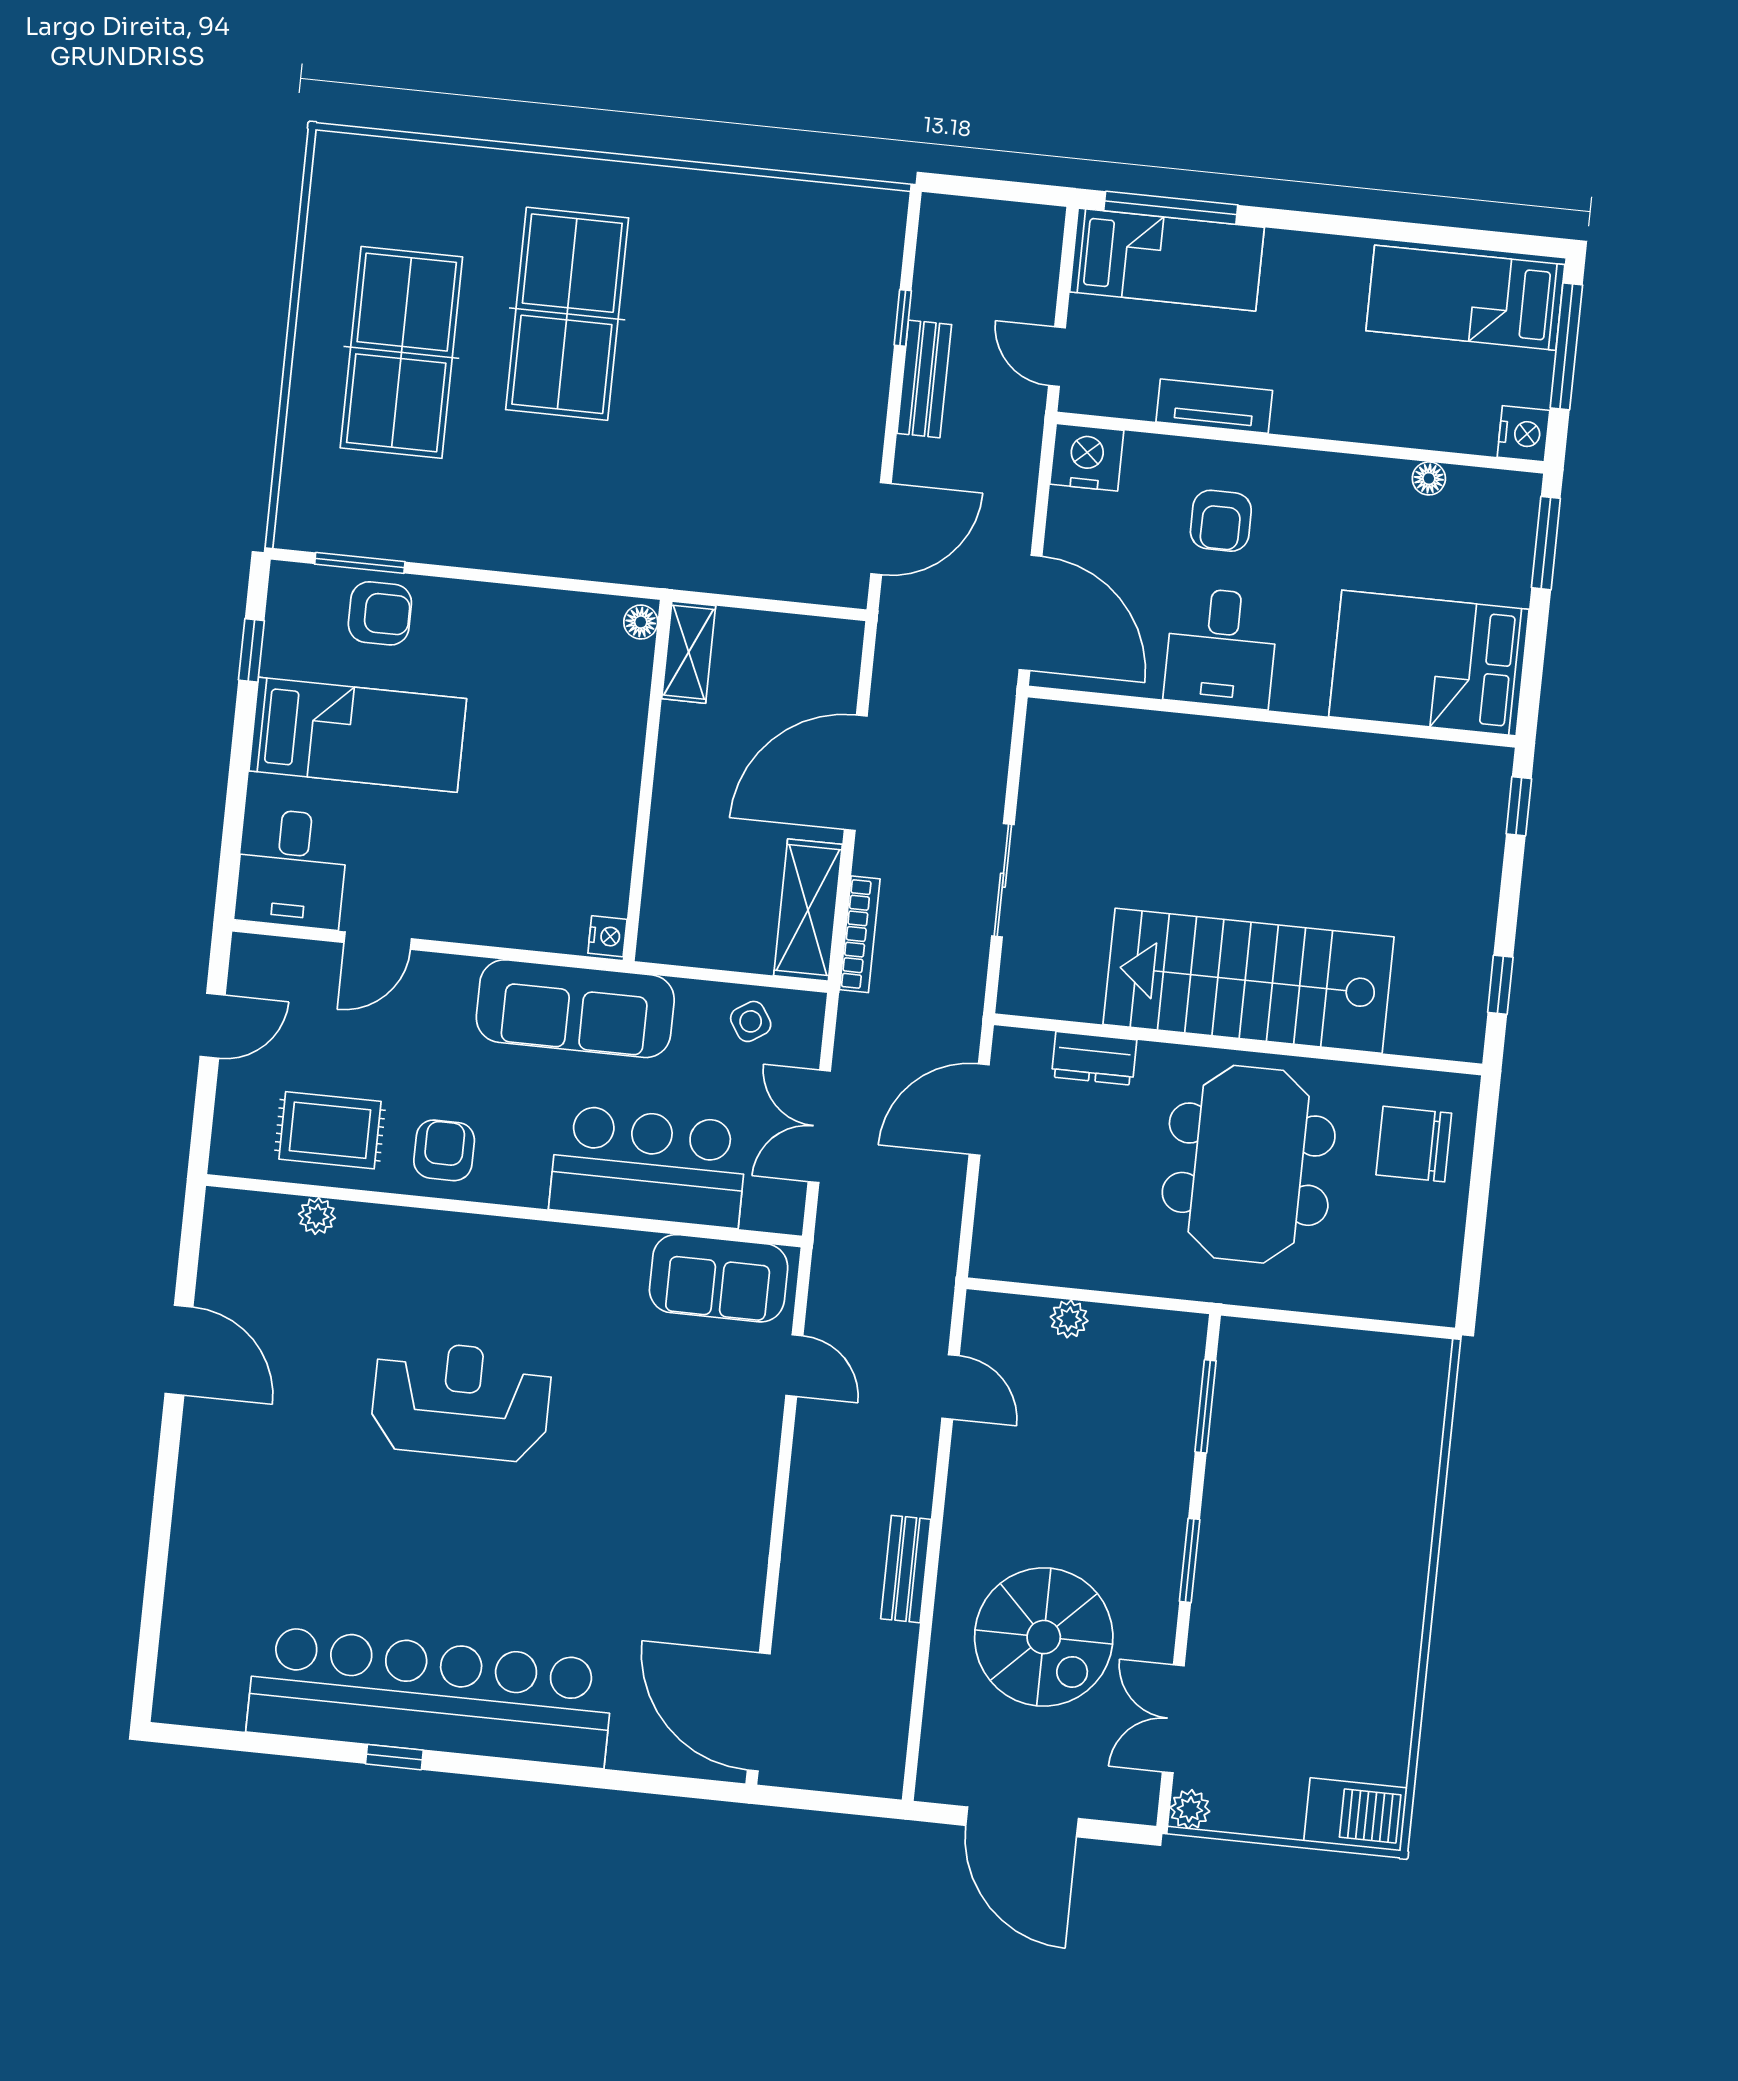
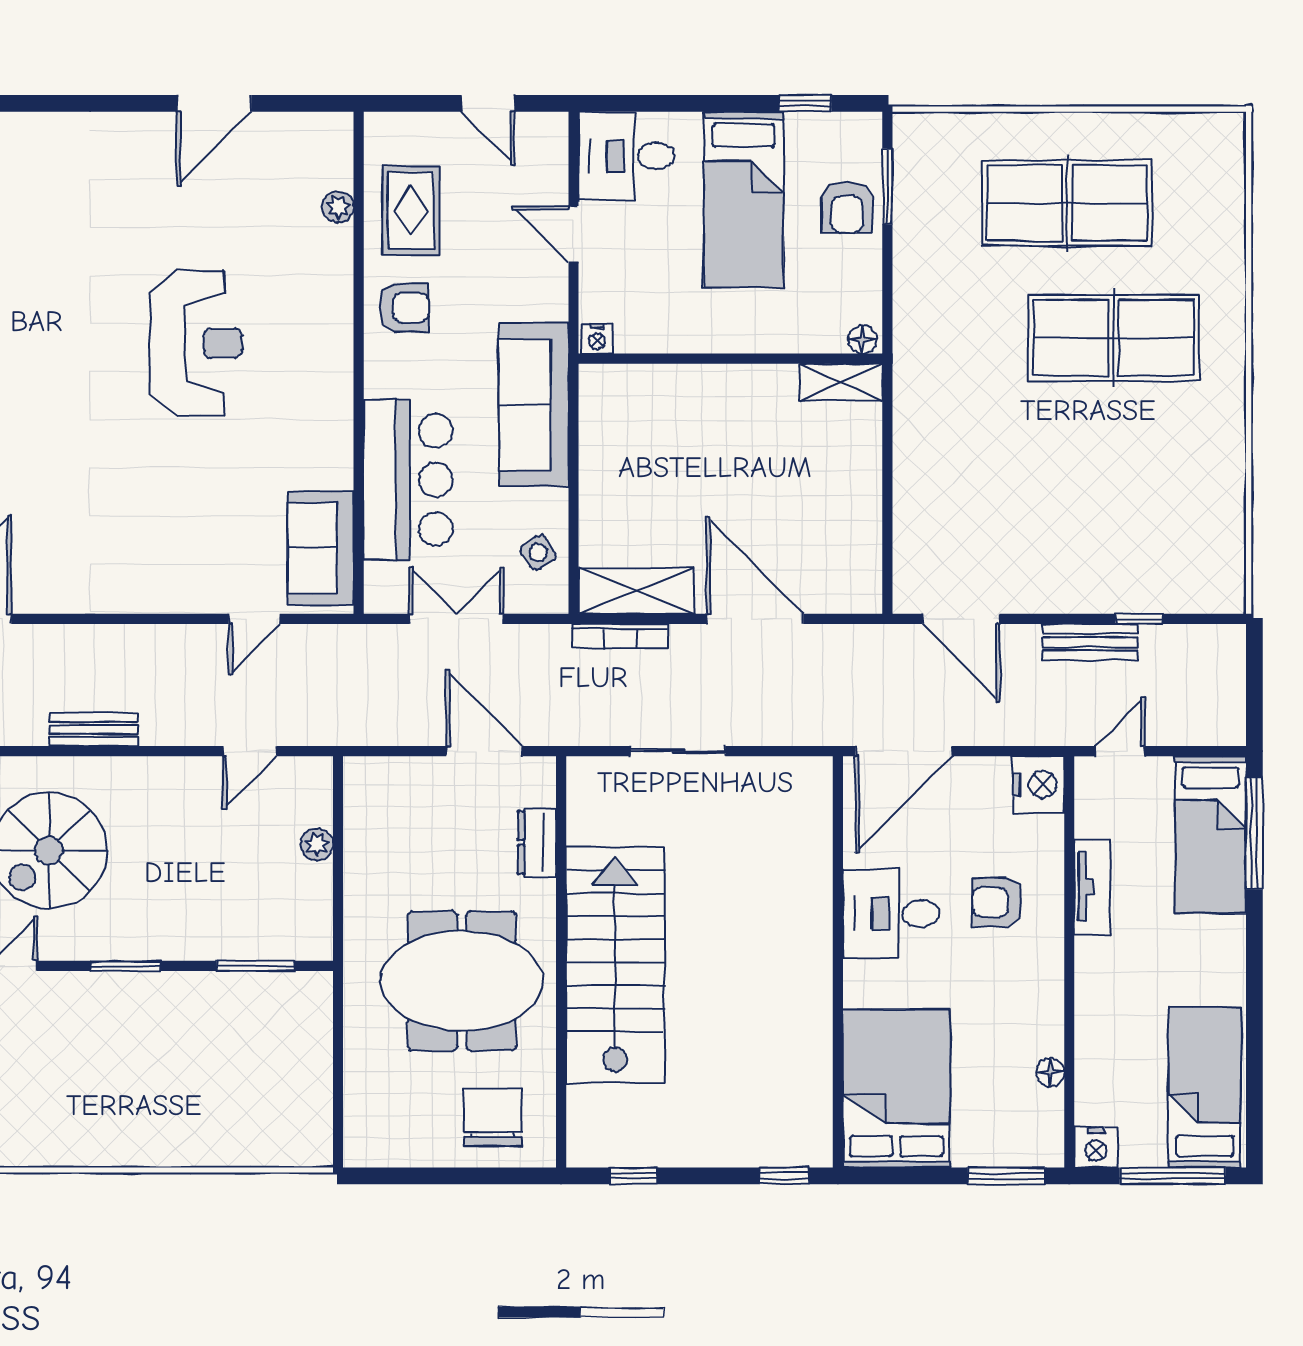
floor lamp: (641, 622) -> (862, 339), moved
shelving: (689, 652) -> (841, 382), moved
wall: (647, 781) -> (730, 359), moved
nightstand: (607, 936) -> (597, 339), moved

